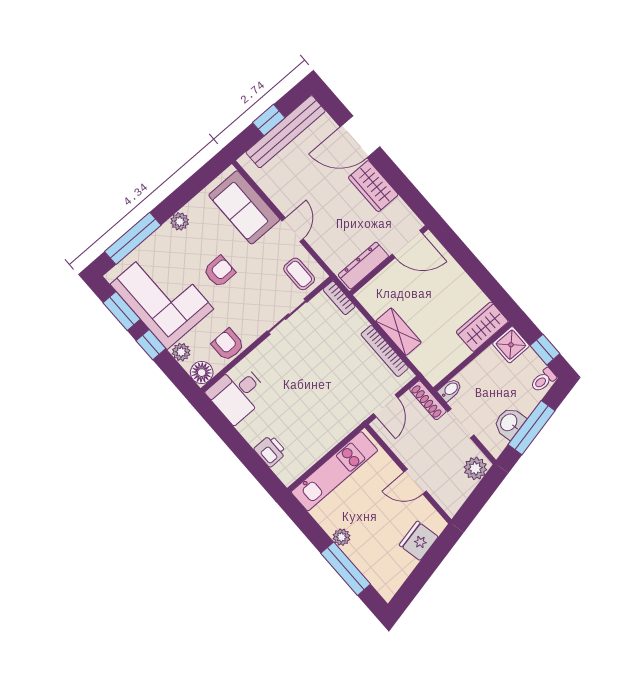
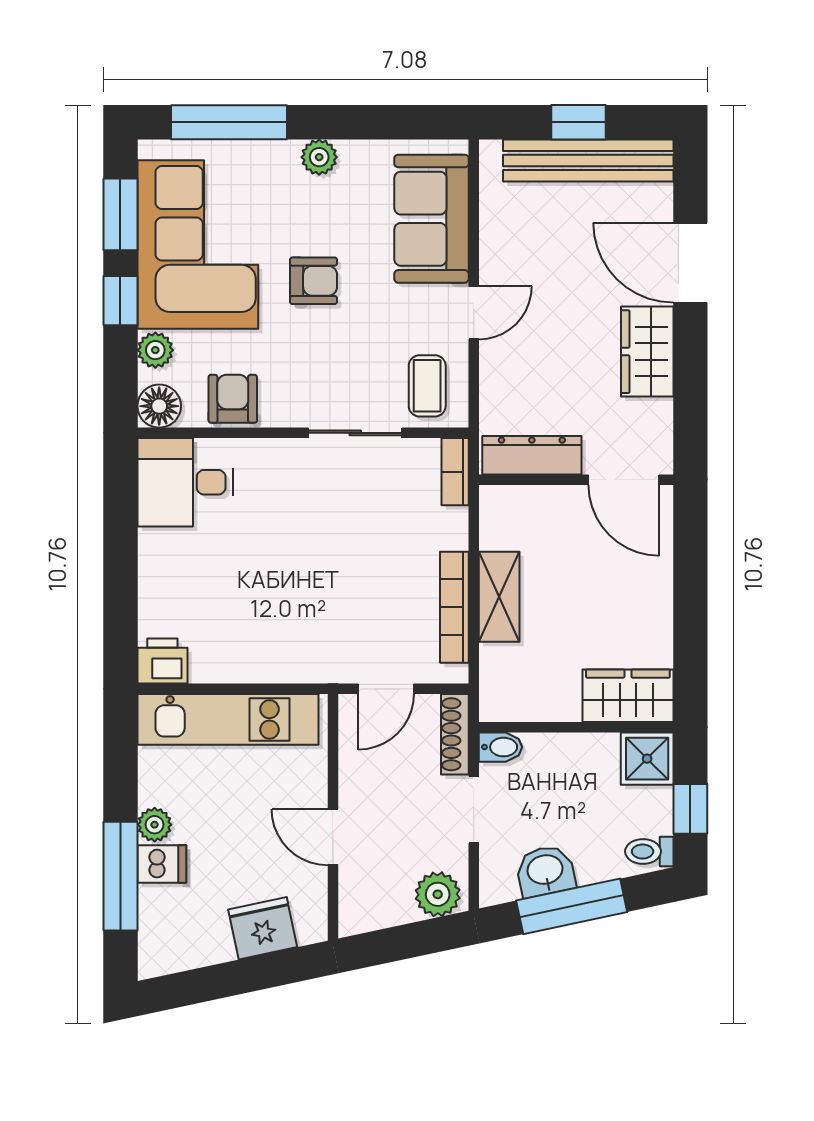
printer: (270, 451) -> (162, 661), moved, turned -90
dishwasher: (358, 550) -> (162, 864), added

